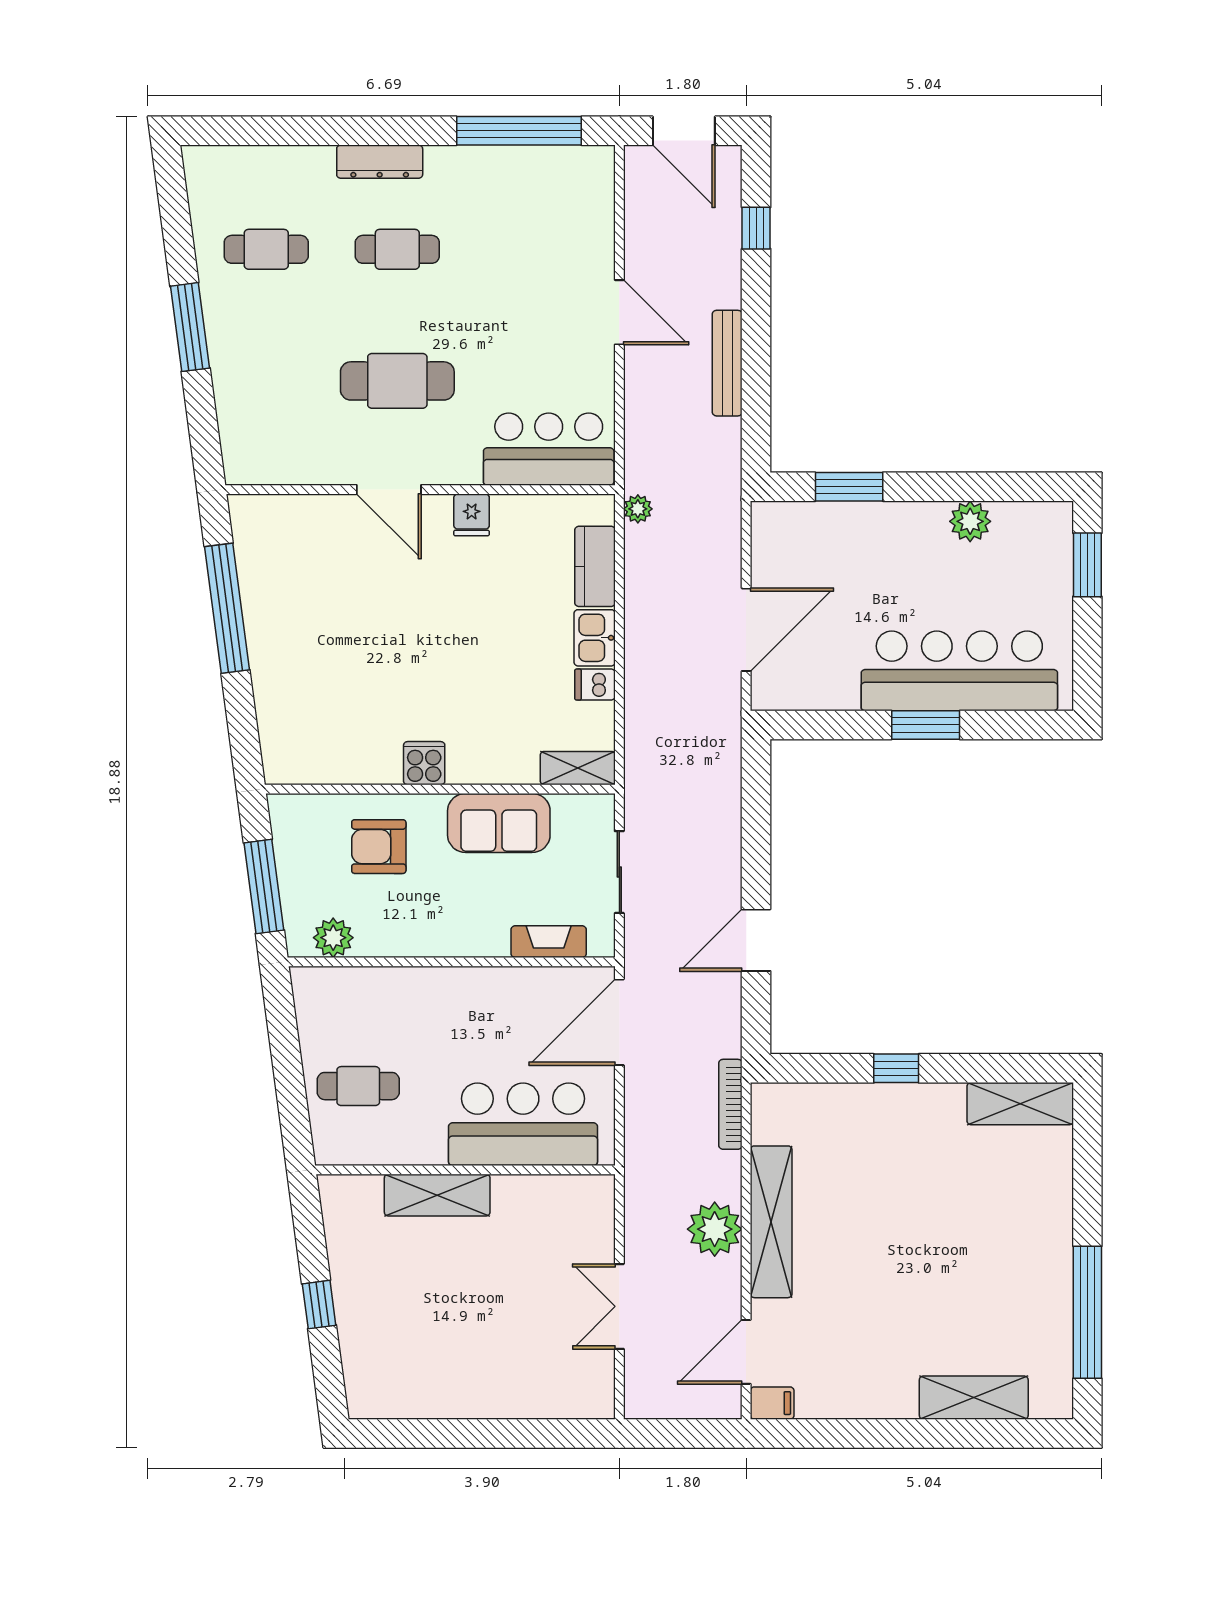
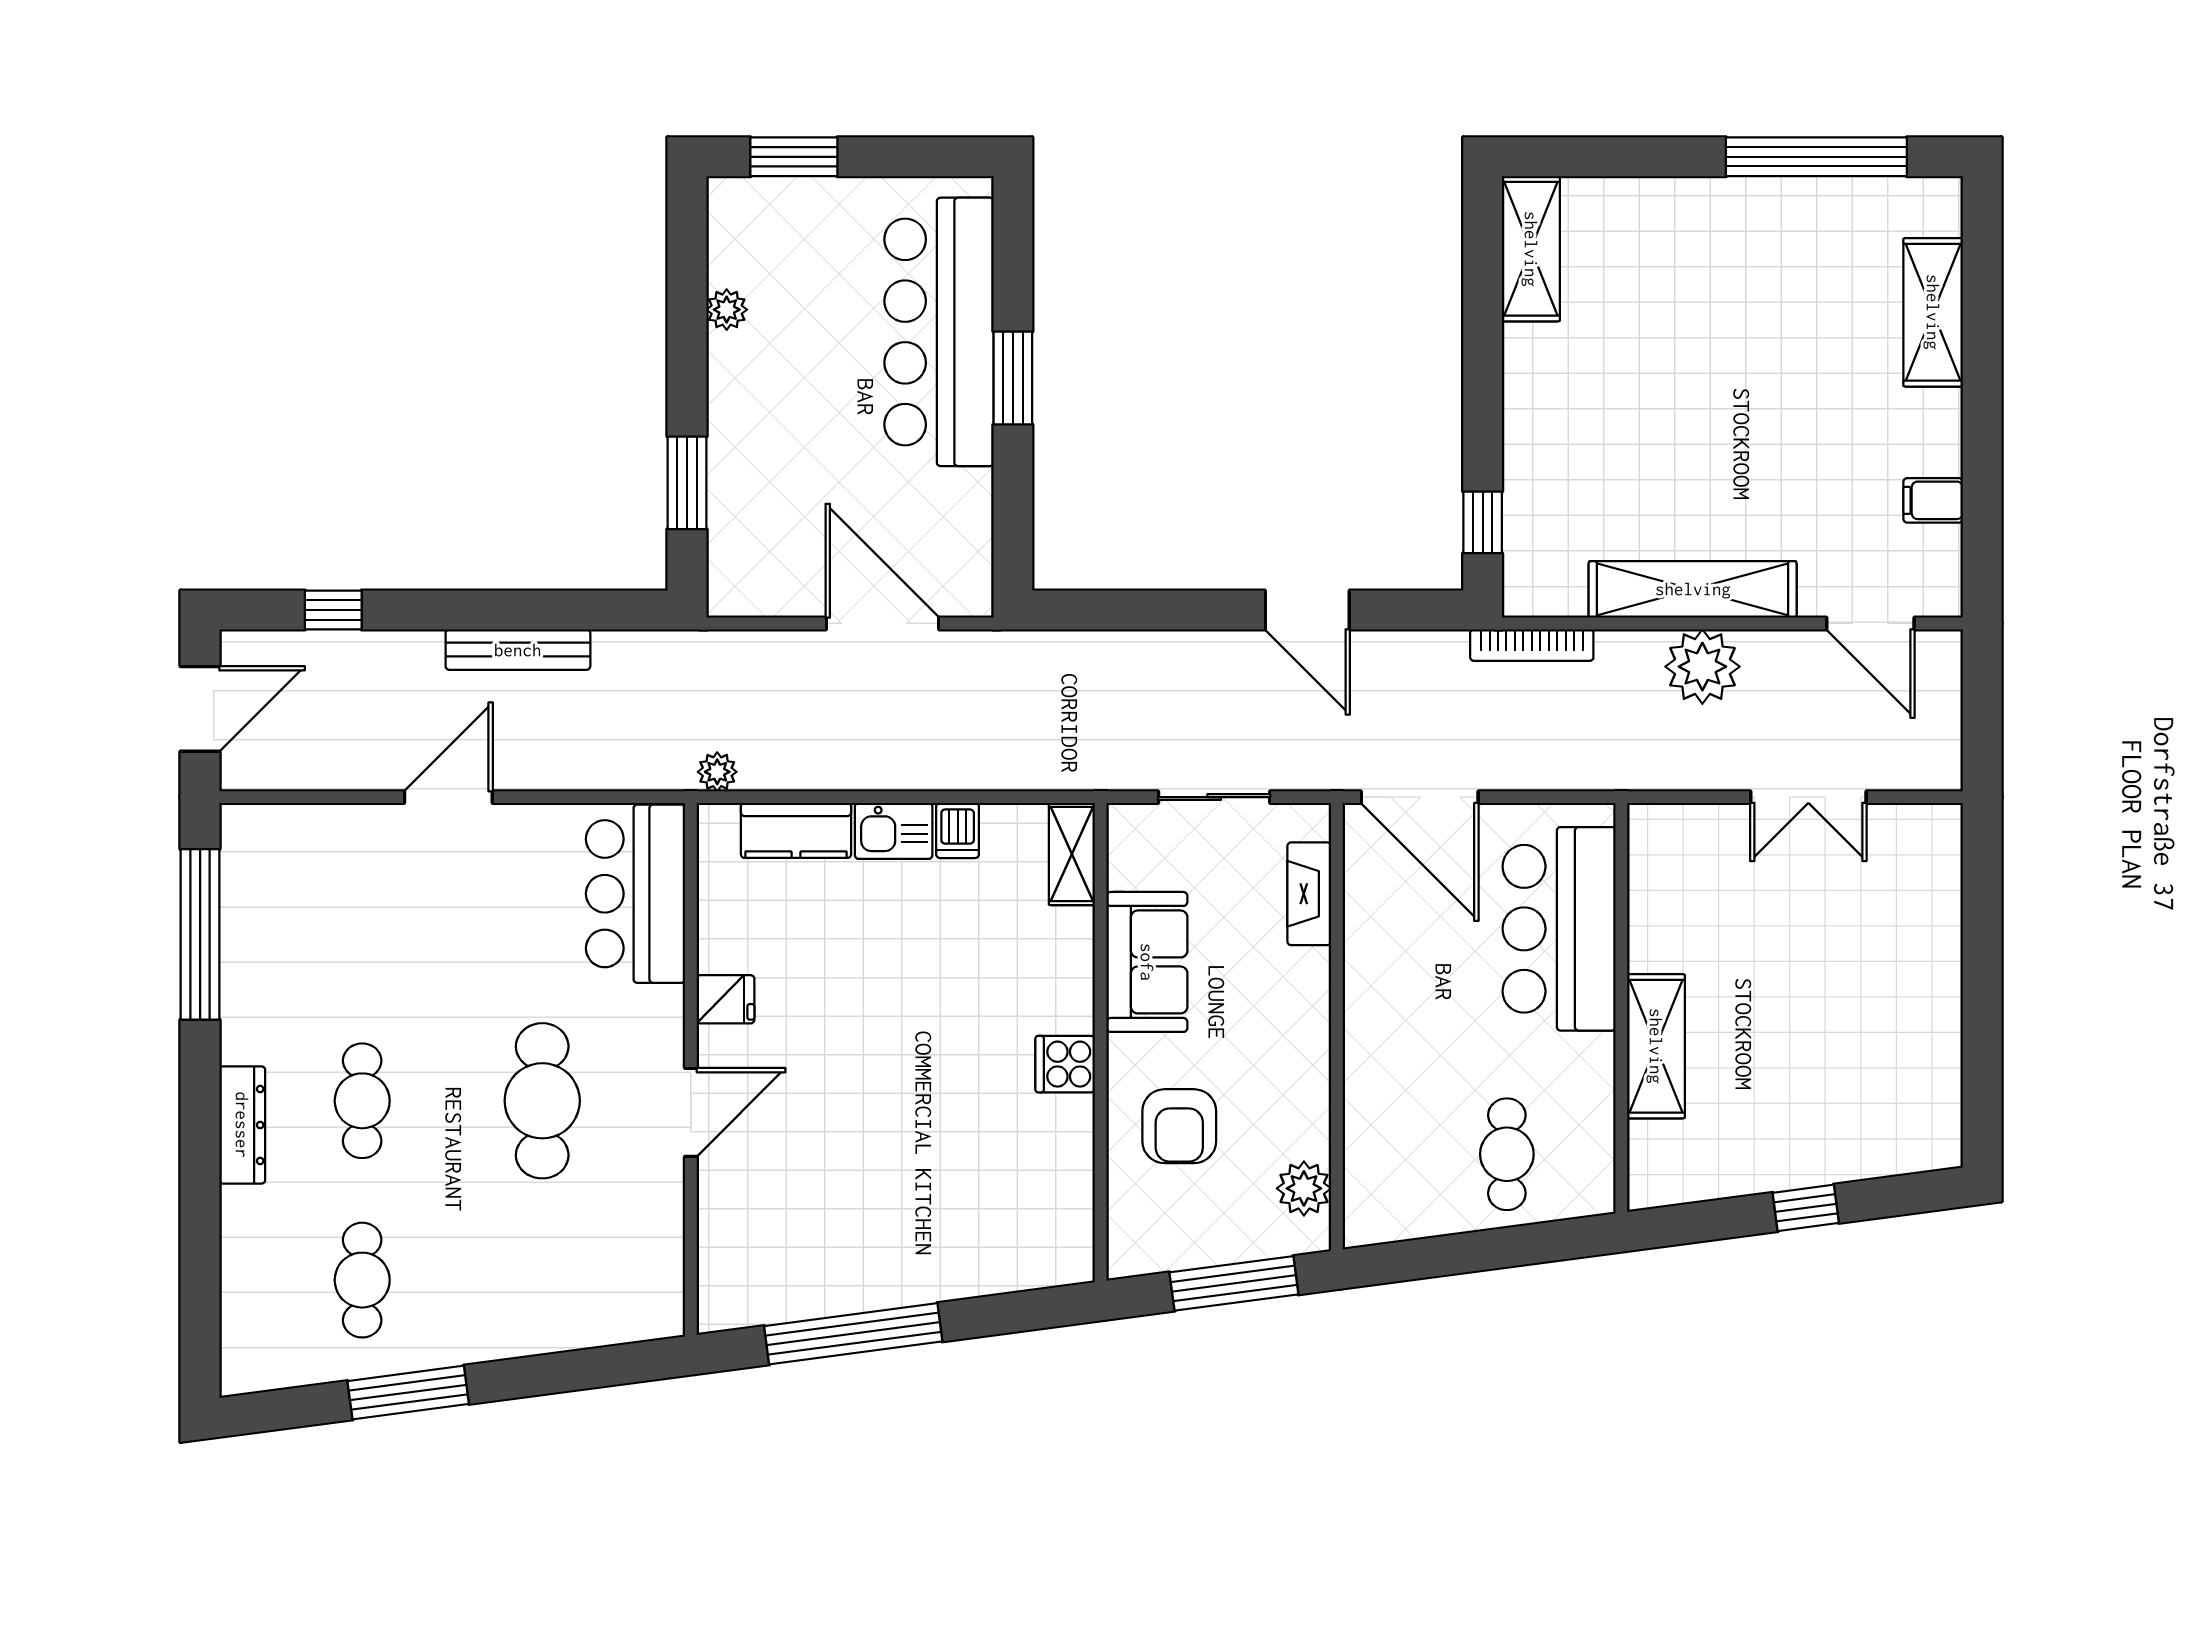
window: (190, 327) -> (408, 1392), moved
plant: (970, 521) -> (727, 310), width x0.73, depth x0.73
window: (896, 1068) -> (1483, 522), moved
filing cabinet: (772, 1403) -> (1933, 500), moved, turned -90

